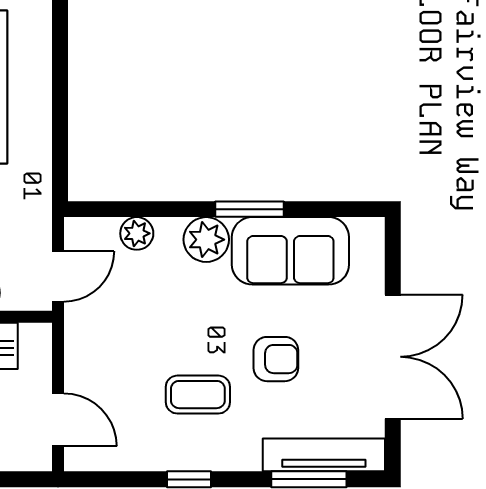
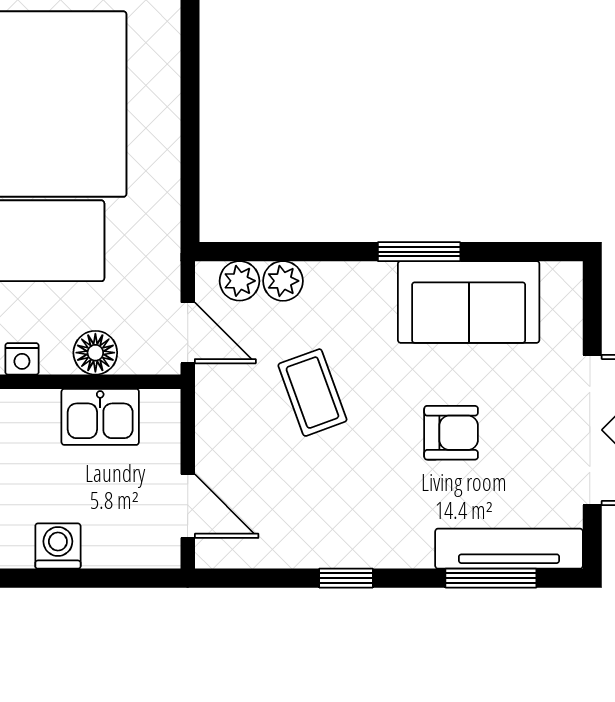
plant: (206, 240) -> (239, 281), moved, width x0.73, depth x0.73
door: (58, 276) -> (188, 333), hinge flipped
coffee table: (198, 395) -> (312, 393), moved, turned 70

